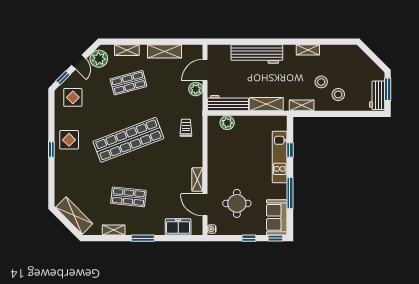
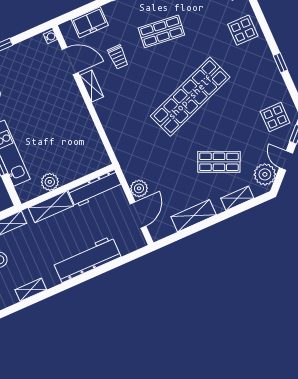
shop shelf: (128, 83) -> (219, 162), turned 39
plant: (227, 123) -> (50, 182), moved
trolley: (186, 128) -> (118, 57), moved
display table: (69, 140) -> (243, 30), moved
window: (51, 150) -> (280, 63), moved
round table: (237, 203) -> (34, 79), removed

